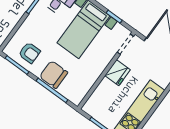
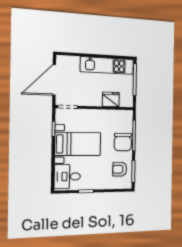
armchair: (29, 53) -> (120, 169), turned -90
fridge: (118, 73) -> (111, 99), moved

